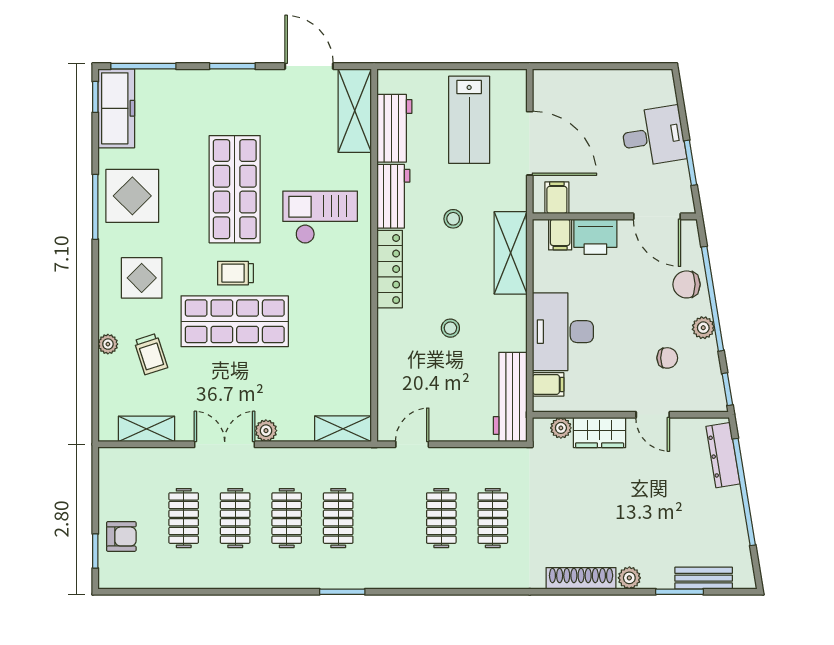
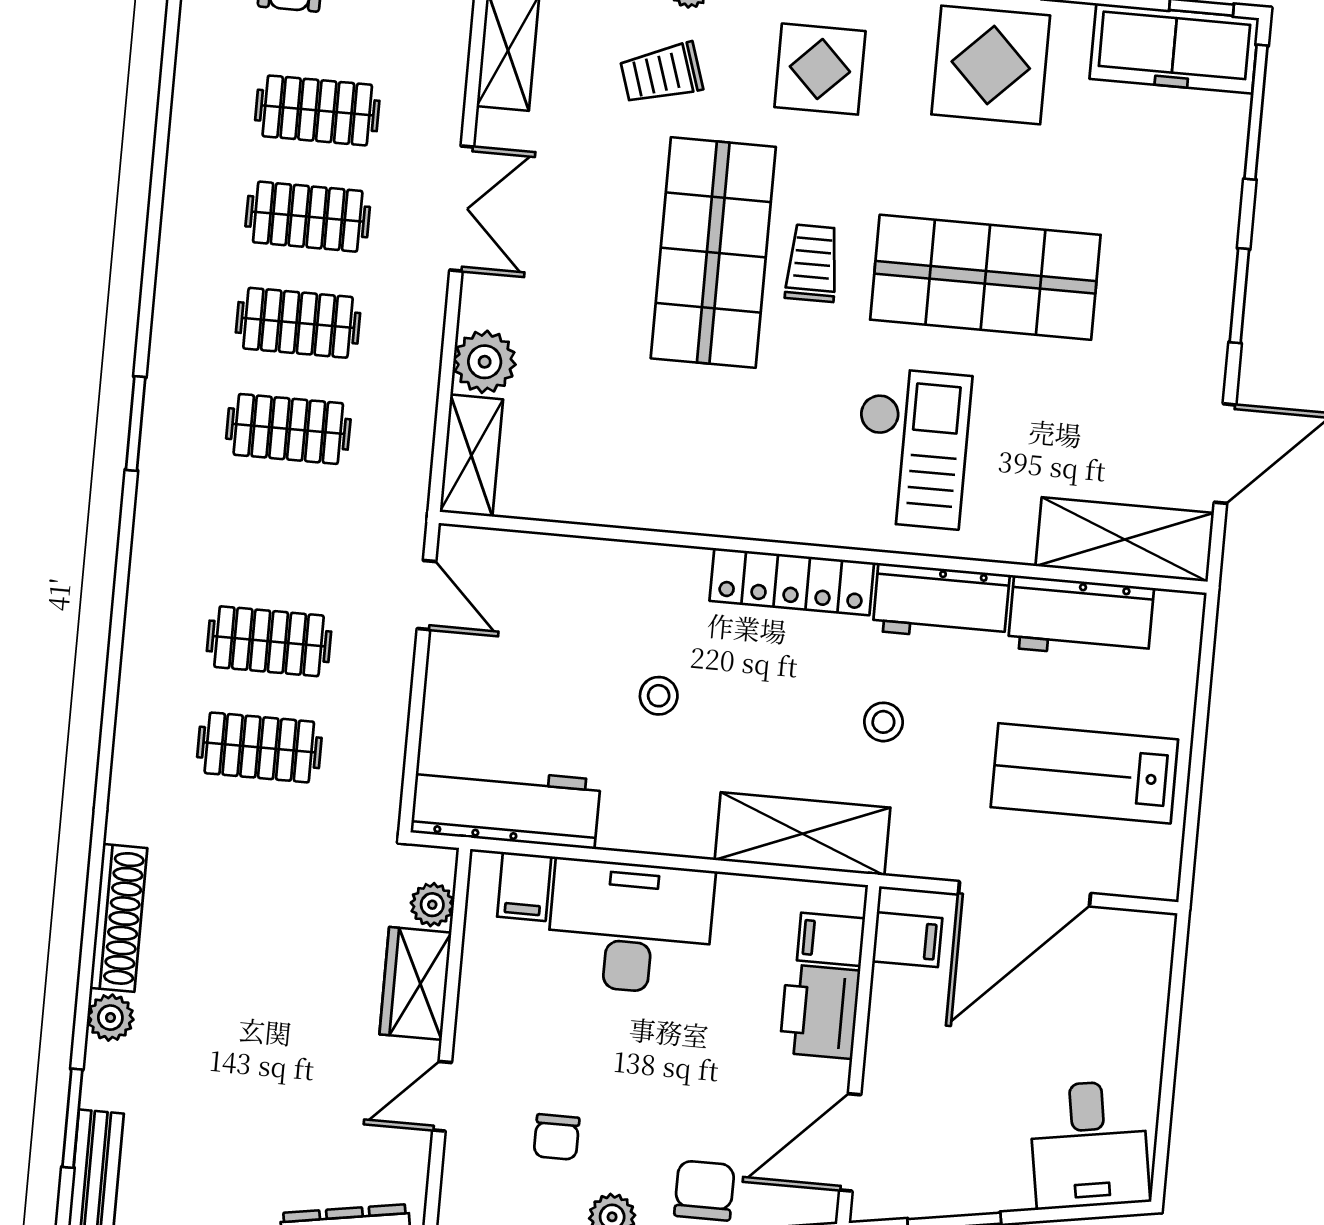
desk: (653, 136) -> (1089, 1145), moved
plant: (266, 431) -> (485, 362), moved, width x1.38, depth x1.38

